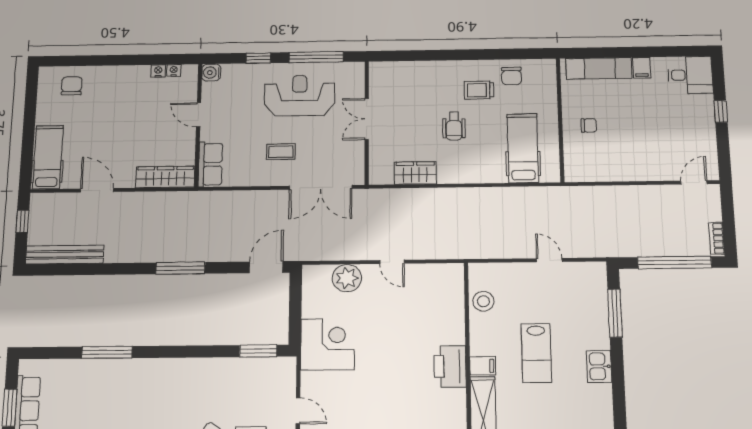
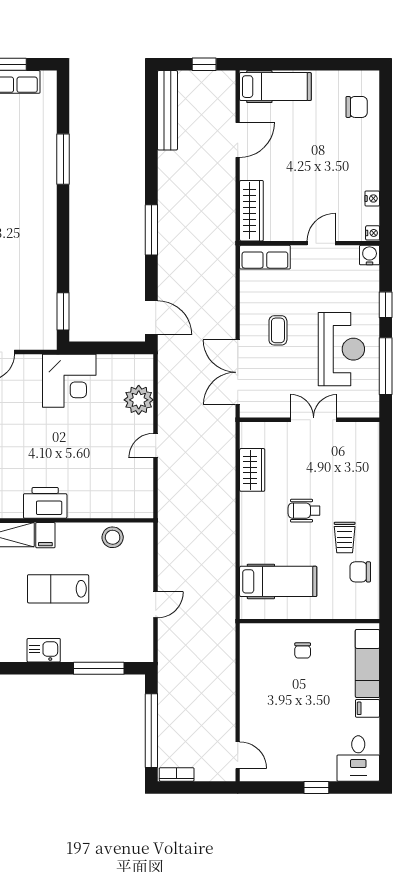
nightstand: (174, 70) -> (373, 233), moved
trolley: (479, 90) -> (345, 538), turned 180

